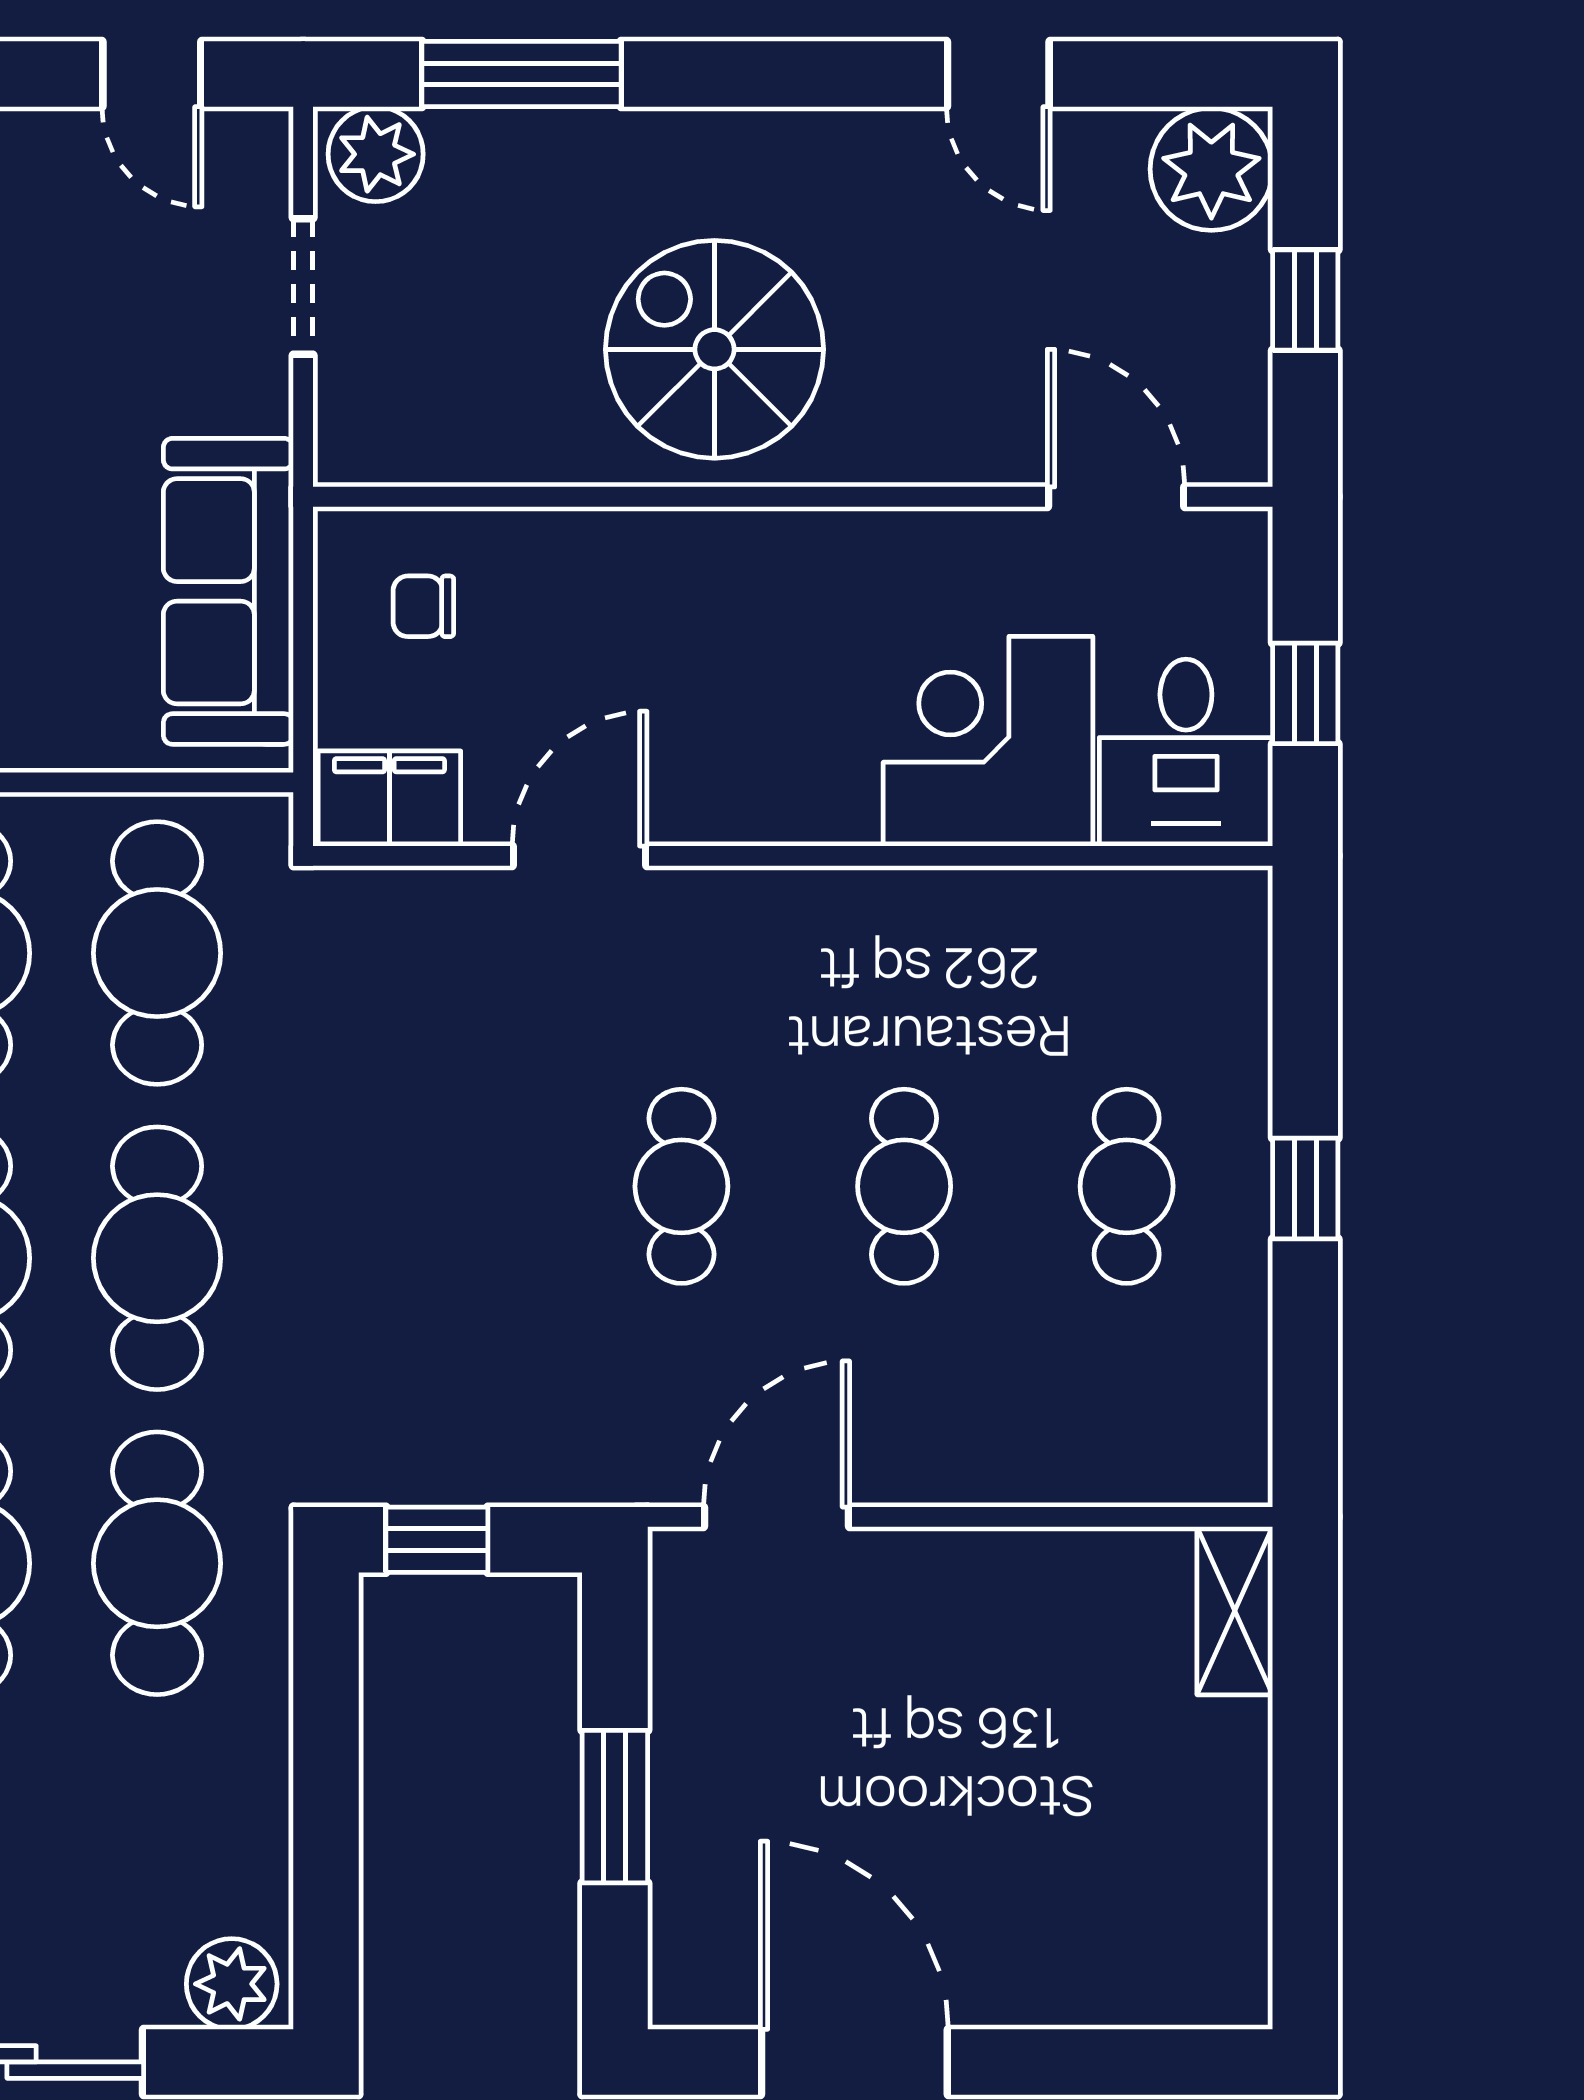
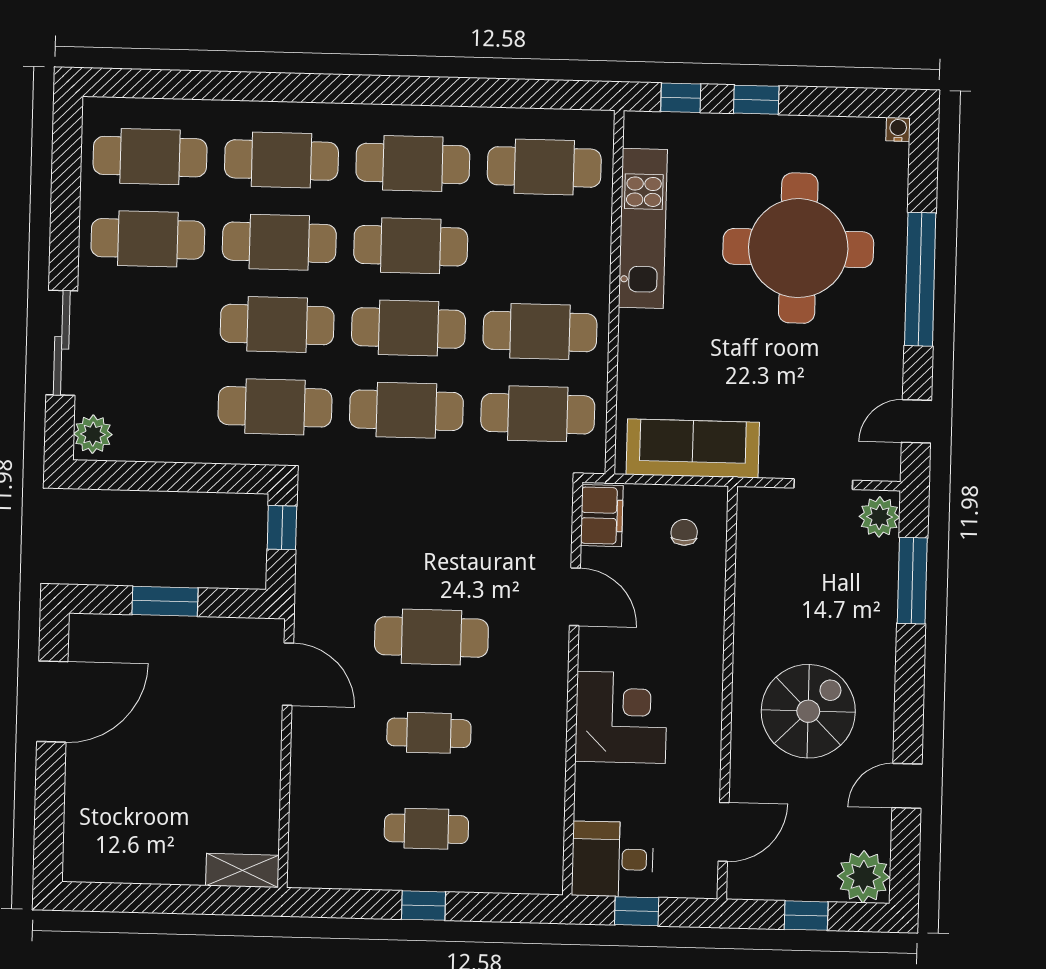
spiral stairs: (715, 349) -> (808, 711), moved
corner desk: (988, 741) -> (621, 717), moved
cafe table: (681, 1186) -> (431, 637), width x1.37, depth x1.35

